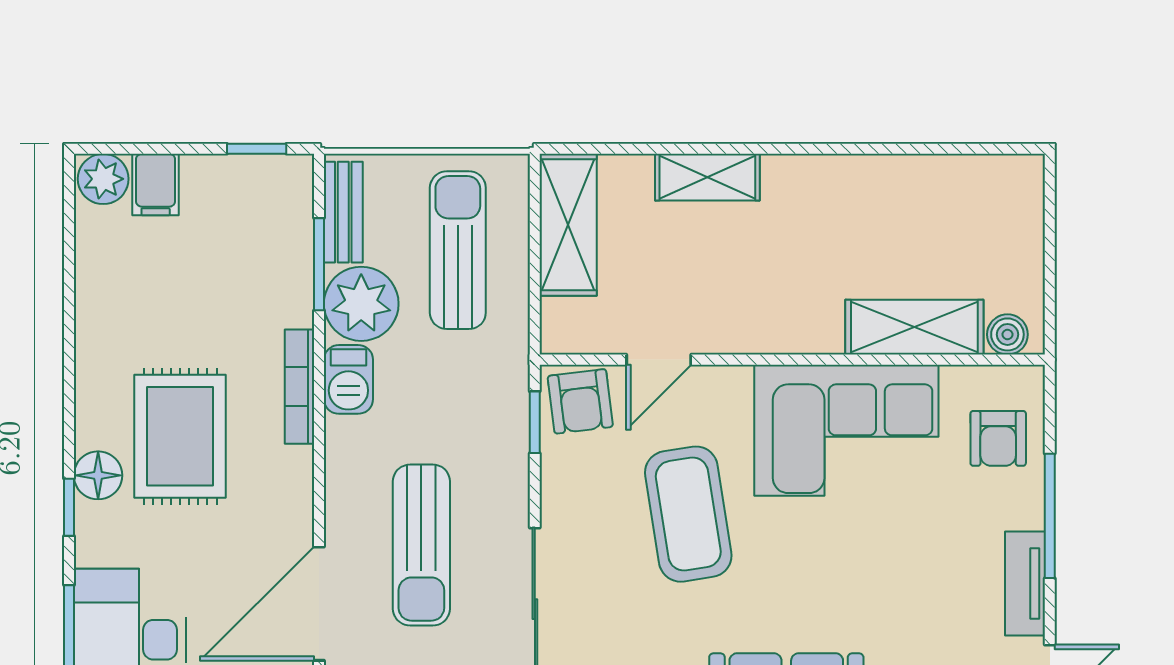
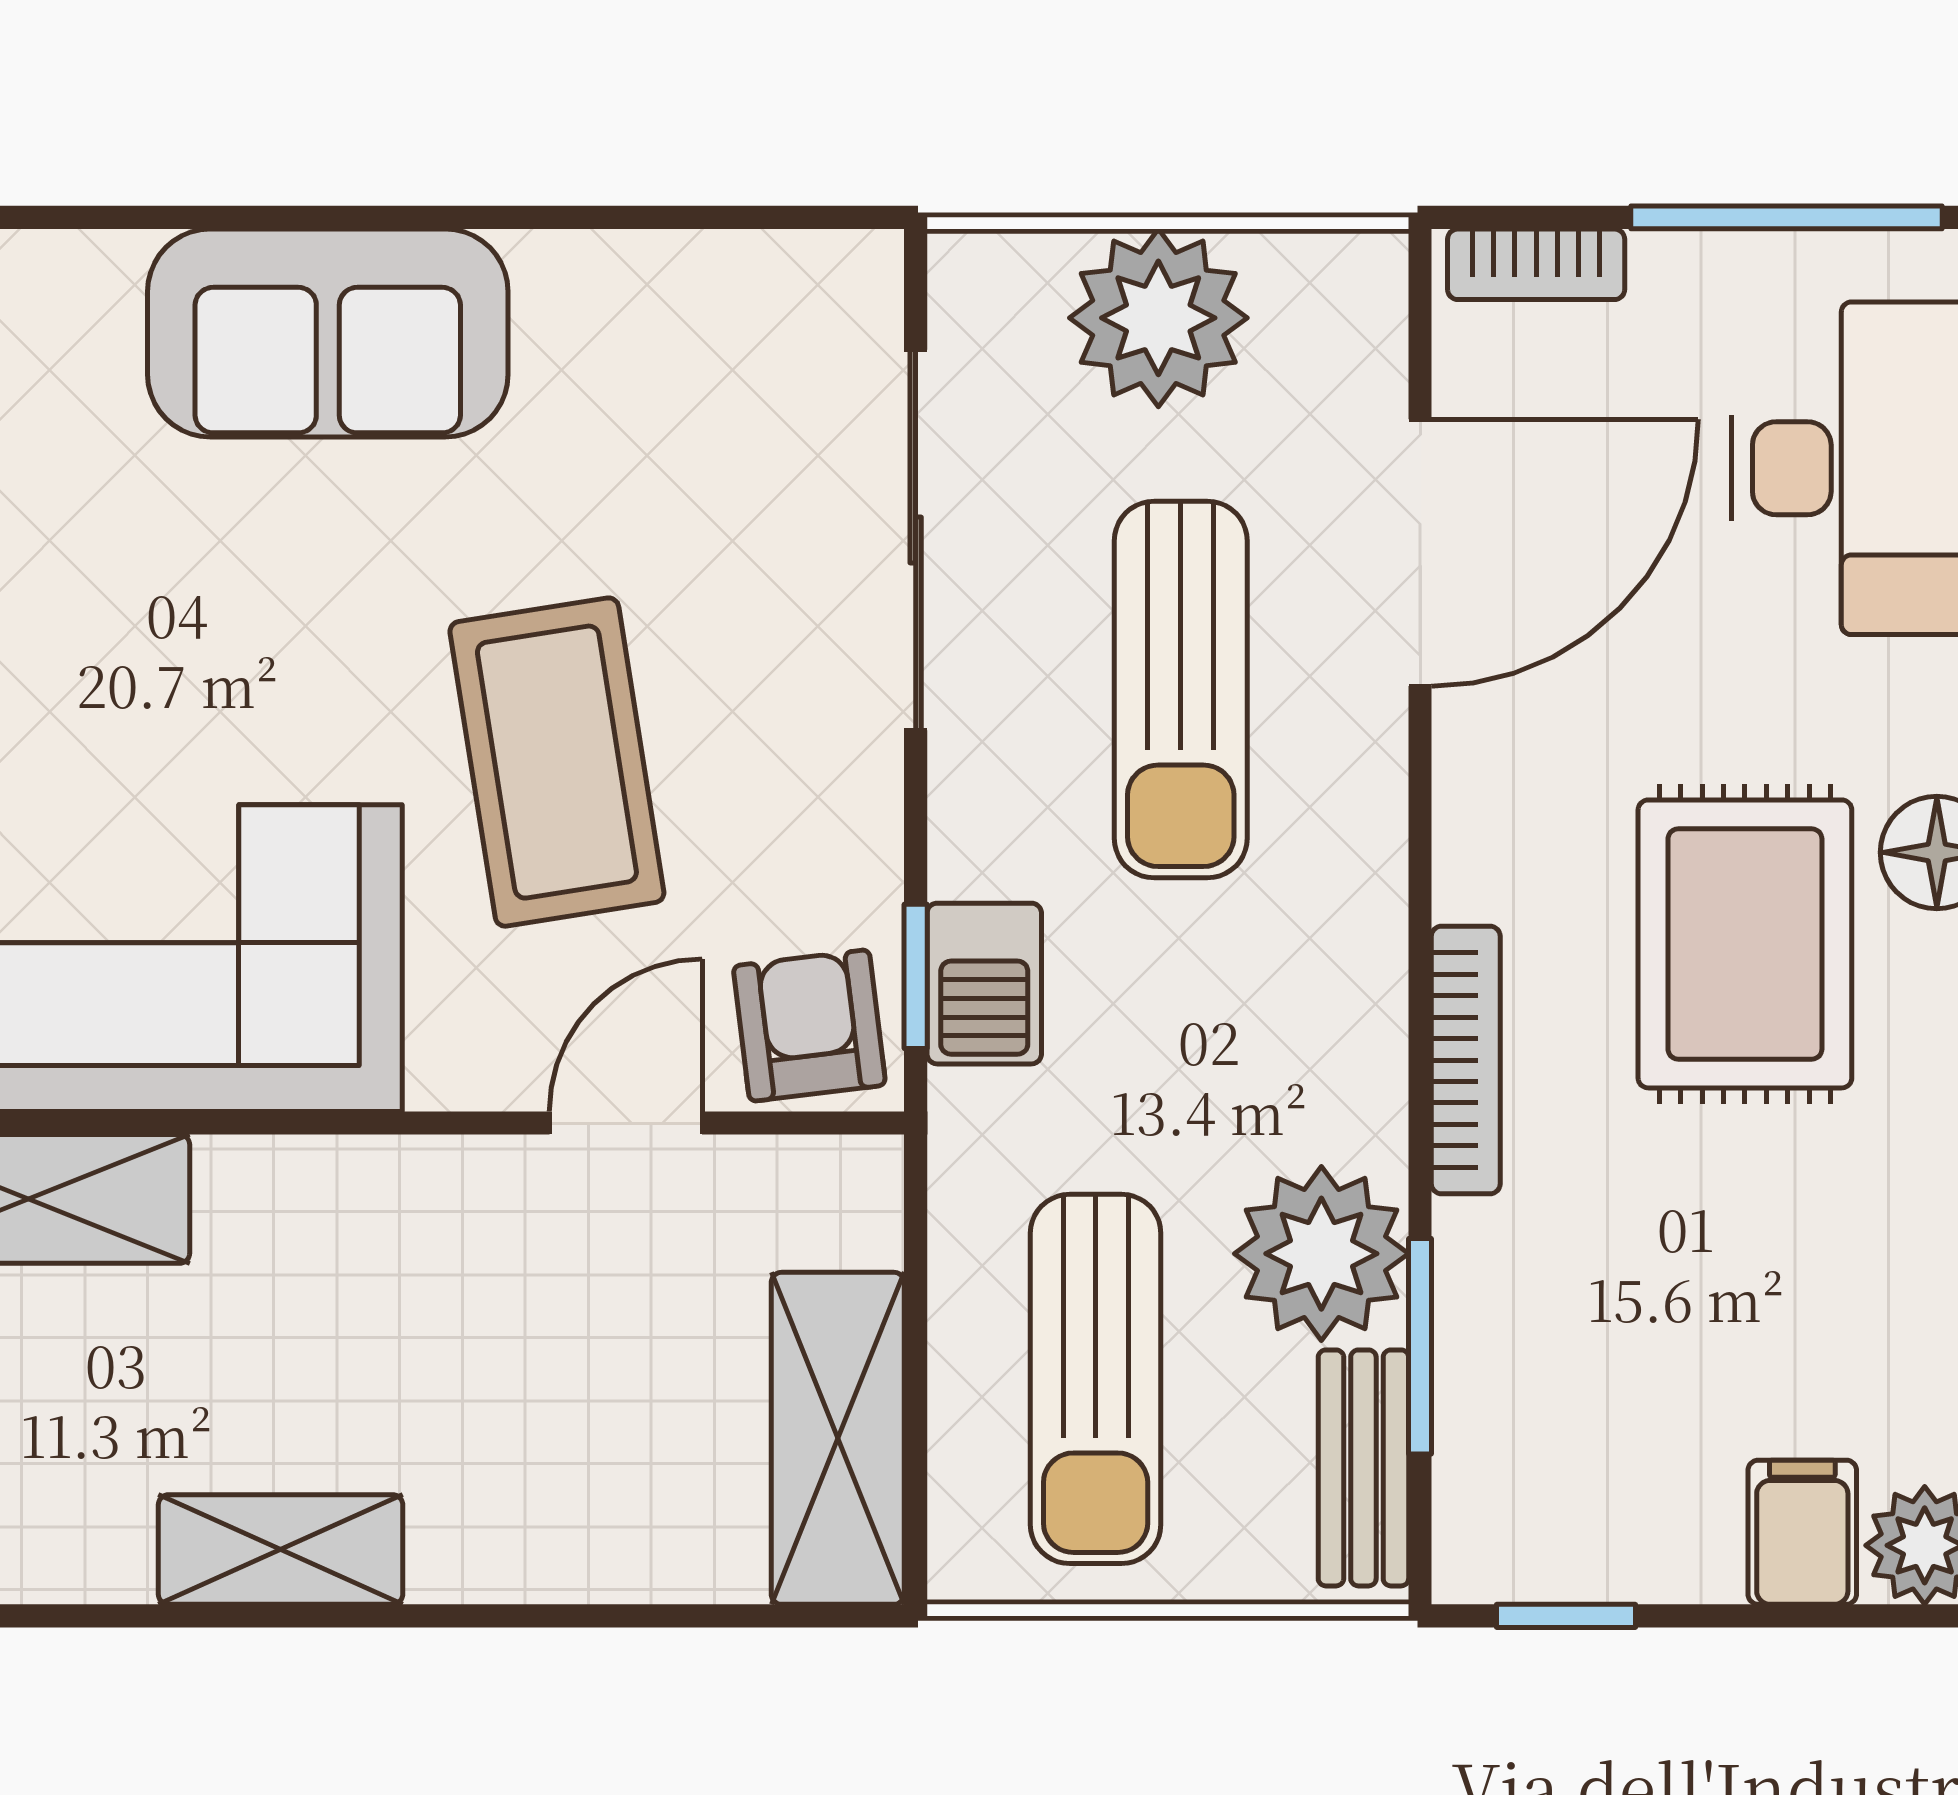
shelving: (707, 177) -> (281, 1550), moved
barbecue: (348, 379) -> (984, 984), moved, turned 180
sun lounger: (421, 545) -> (1181, 690), turned 180

